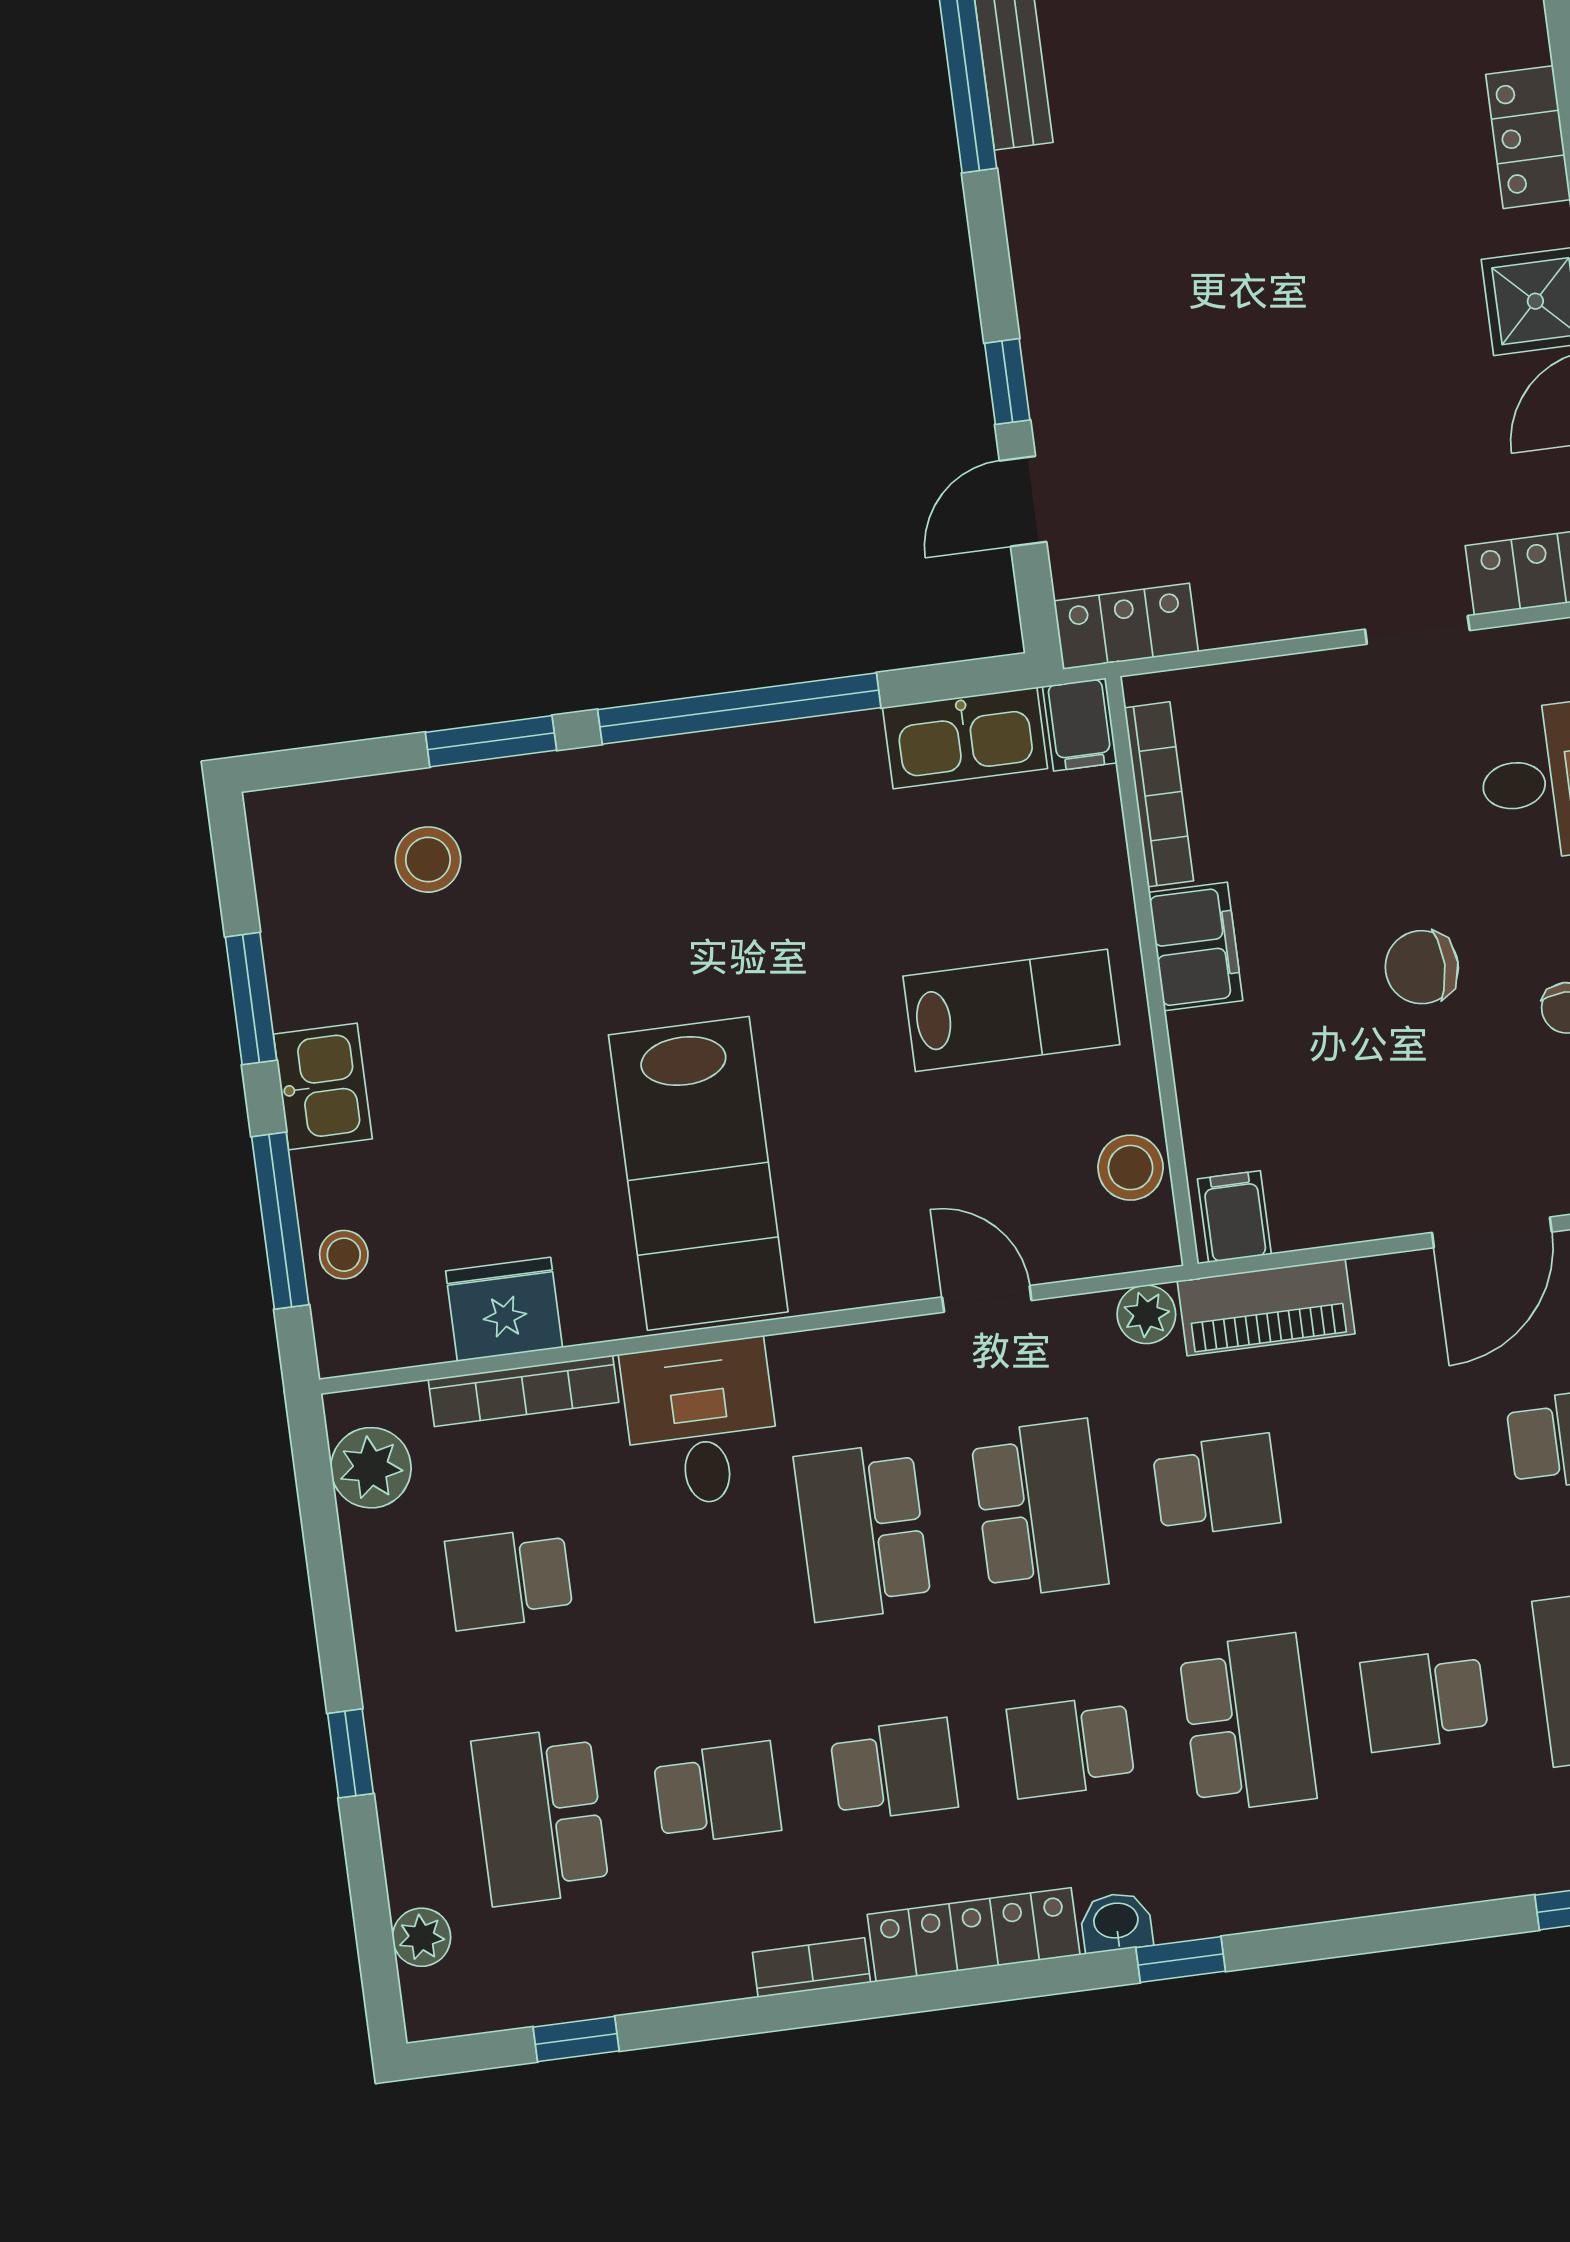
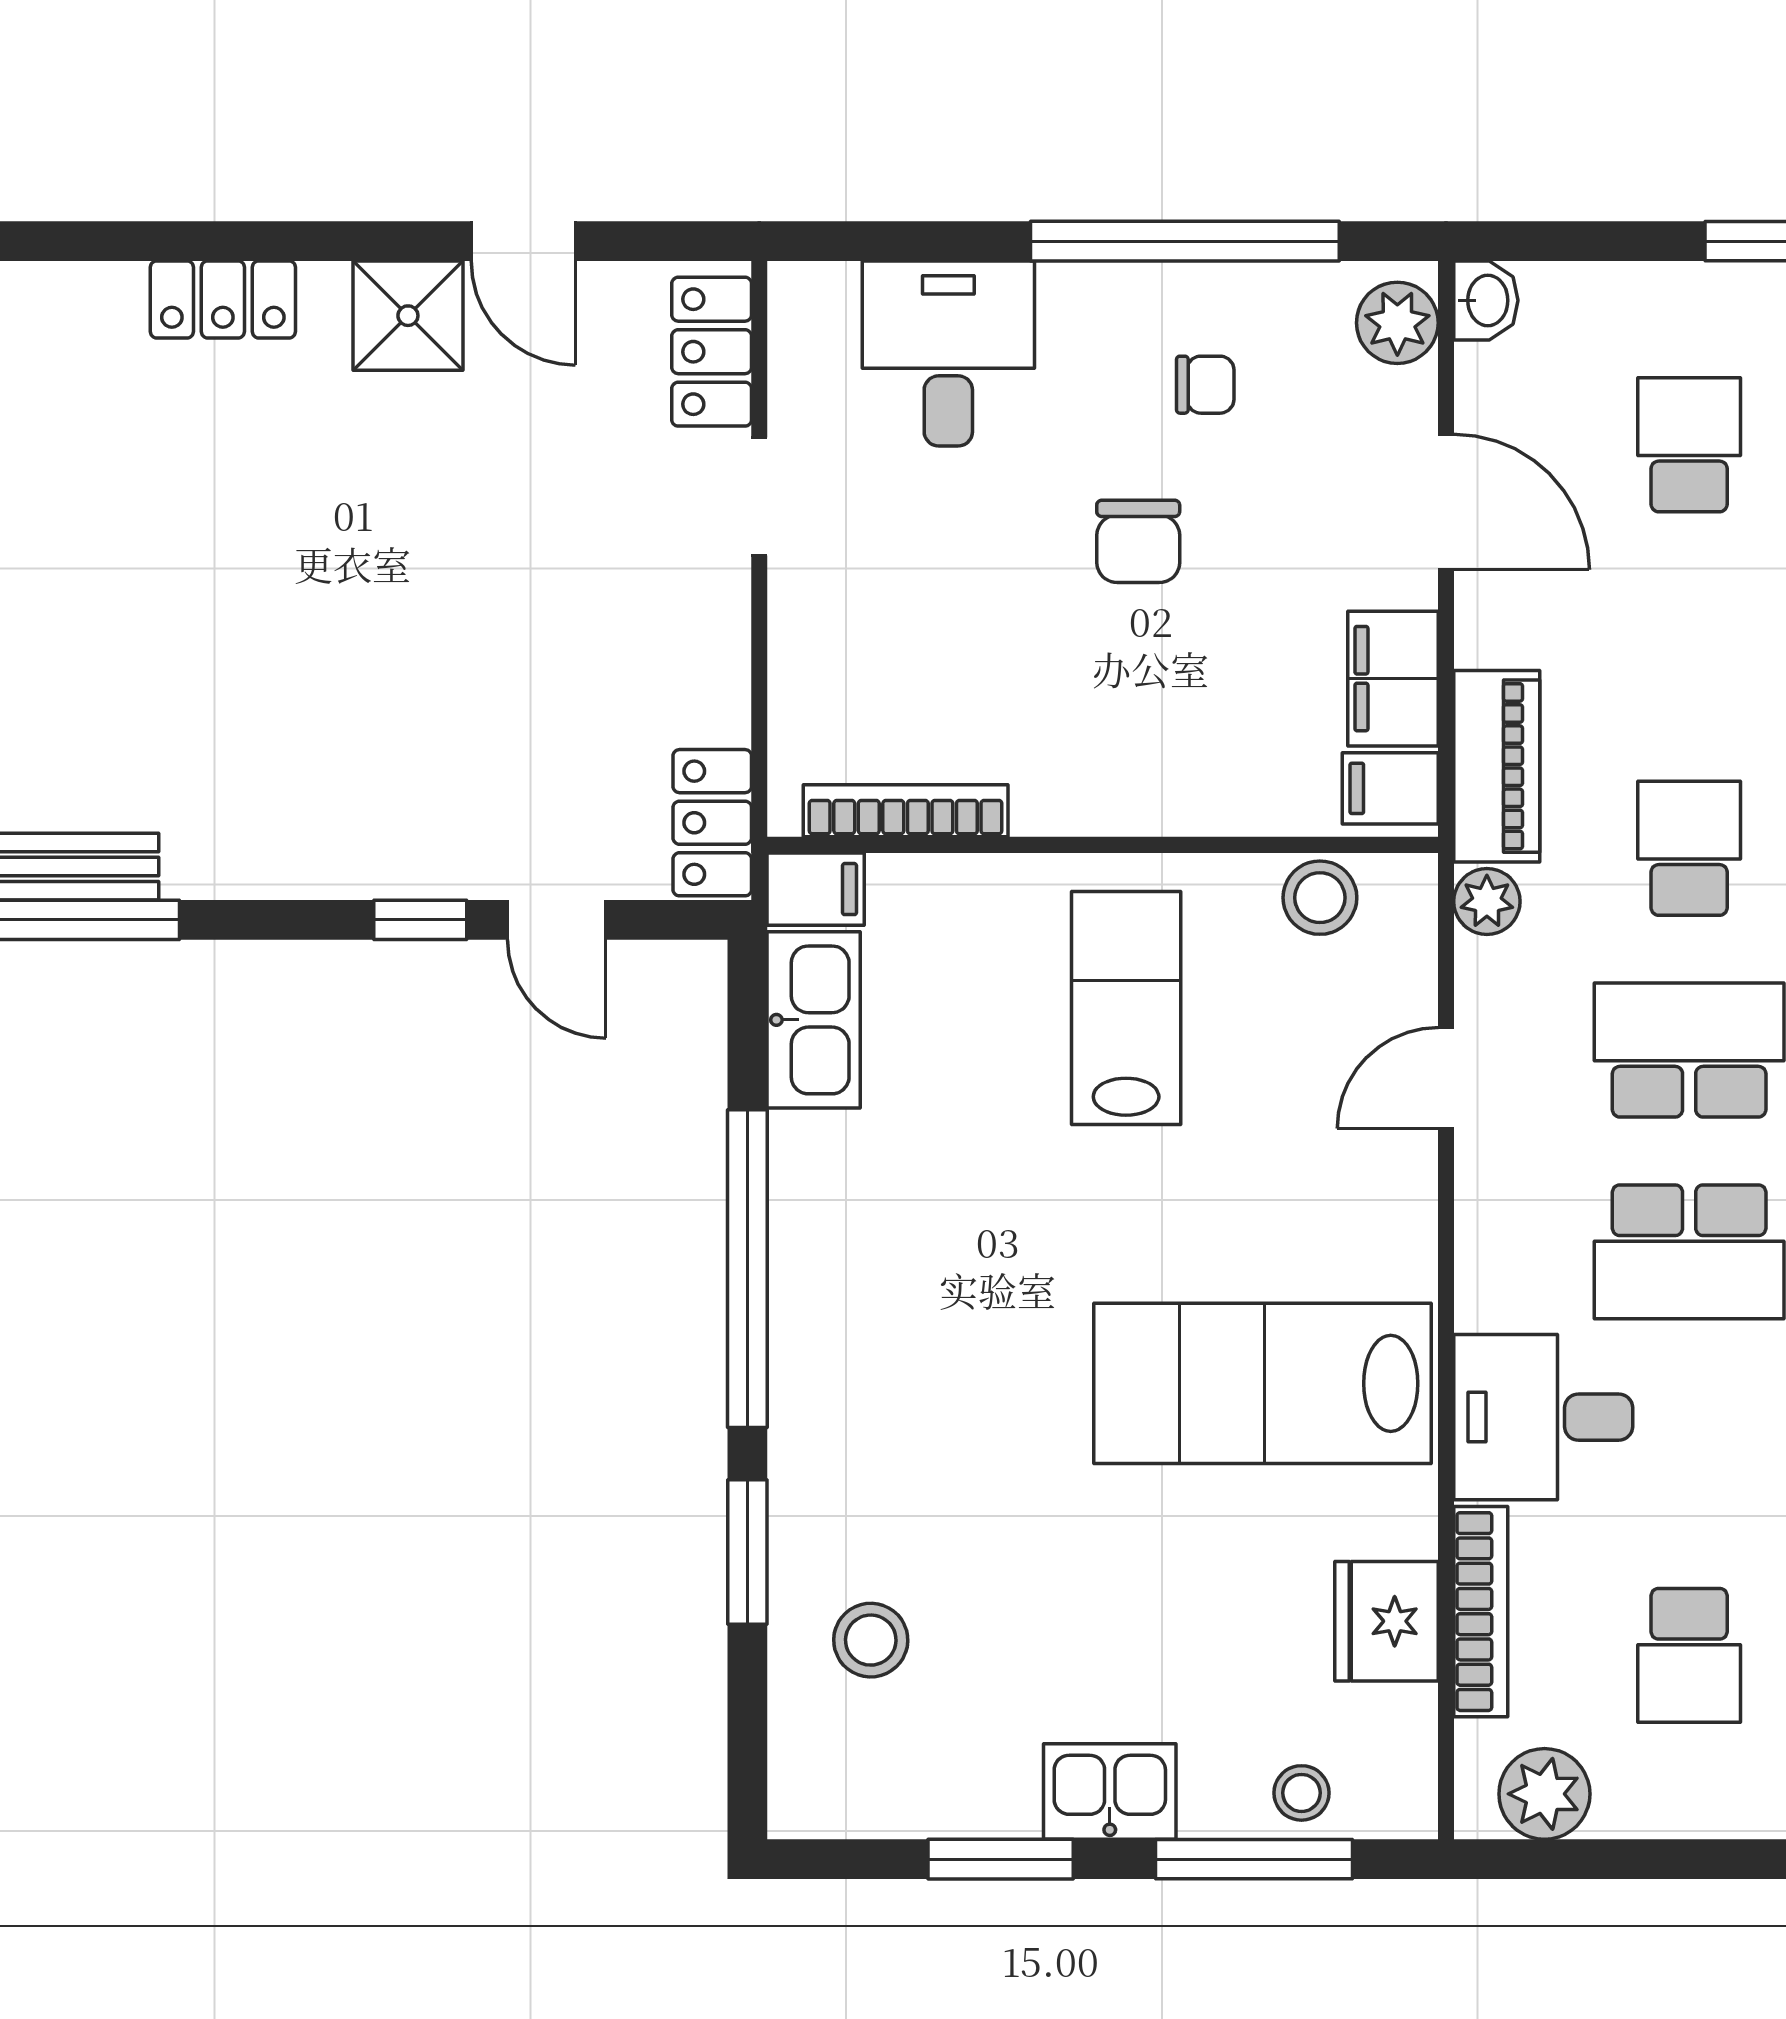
filing cabinet: (1196, 947) -> (1393, 679), moved, turned -90
lab bench: (698, 1173) -> (1263, 1383), turned 180

